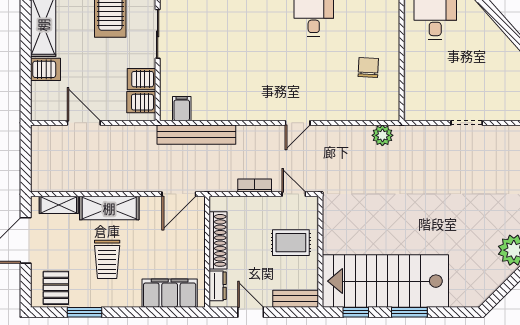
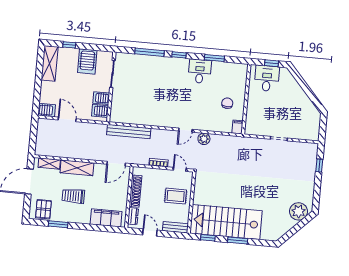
server rack: (45, 69) -> (47, 110), moved
filing cabinet: (182, 109) -> (237, 127), moved
plant: (382, 135) -> (204, 139), moved
trolley: (107, 259) -> (73, 196), turned 90

